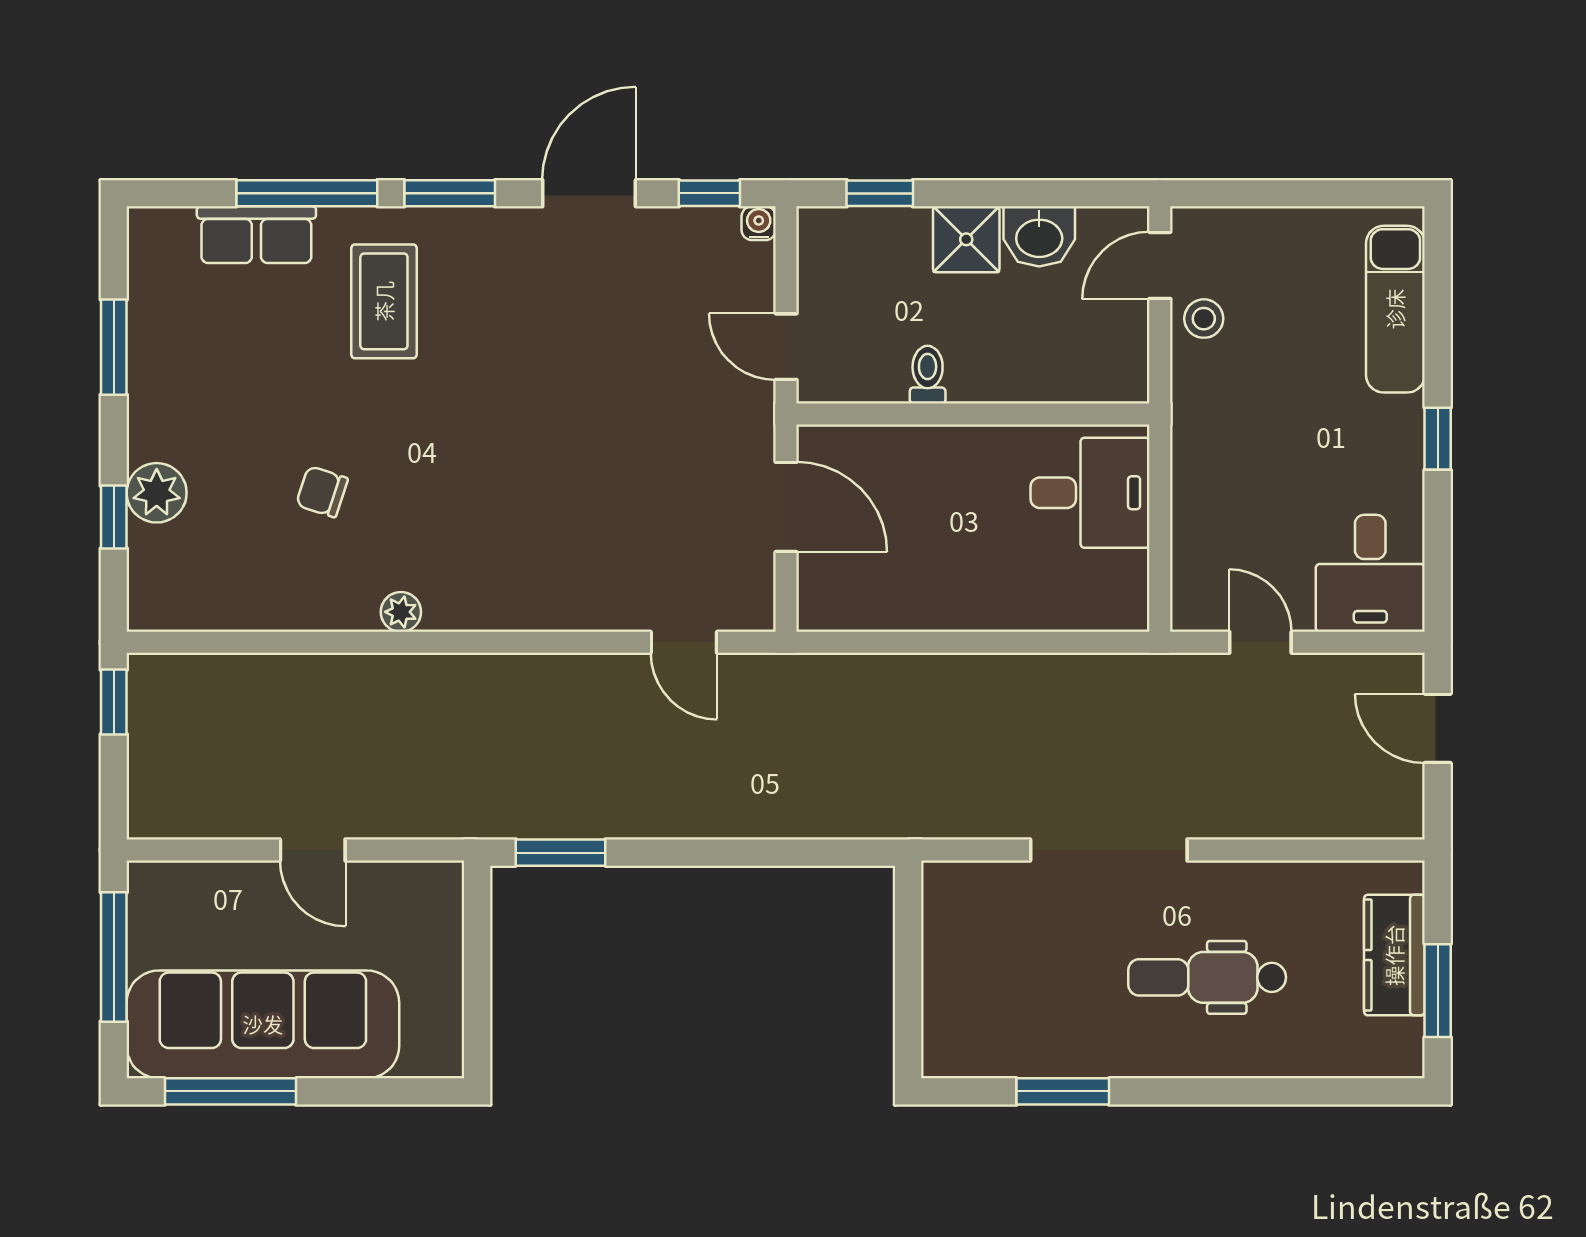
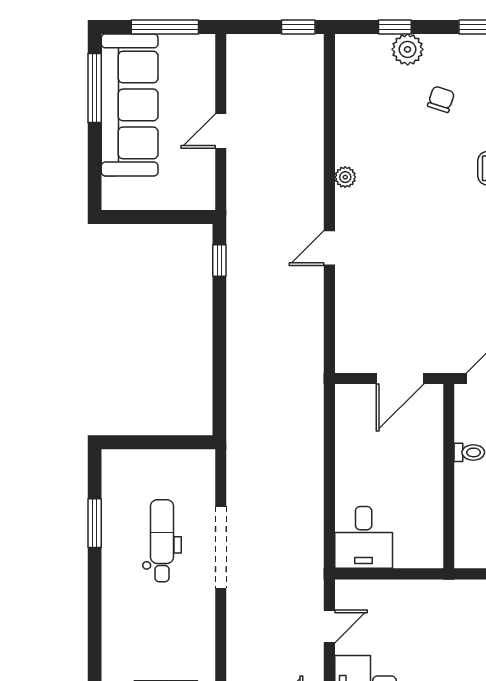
chair: (322, 492) -> (441, 99), moved
desk: (1090, 493) -> (364, 537), moved
door: (684, 642) -> (329, 248), moved
window: (561, 853) -> (219, 261), width x0.67
dental chair: (1207, 977) -> (162, 541), moved

